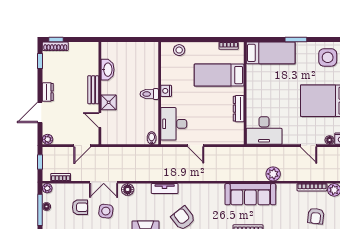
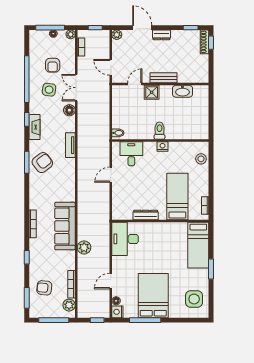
desk: (174, 124) -> (131, 154), width x0.73

